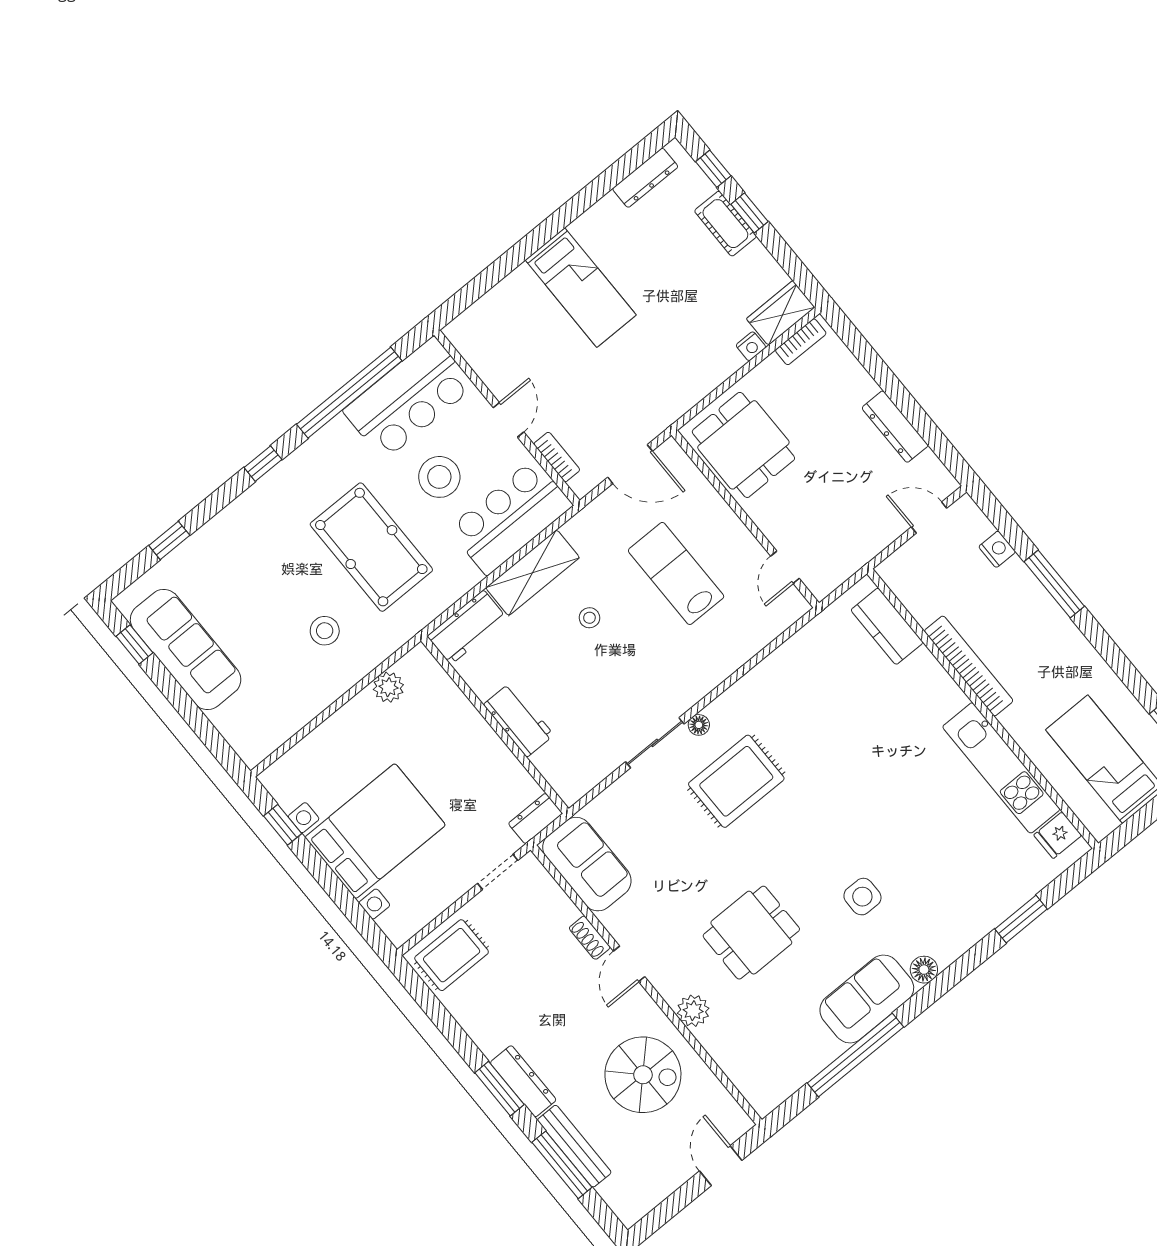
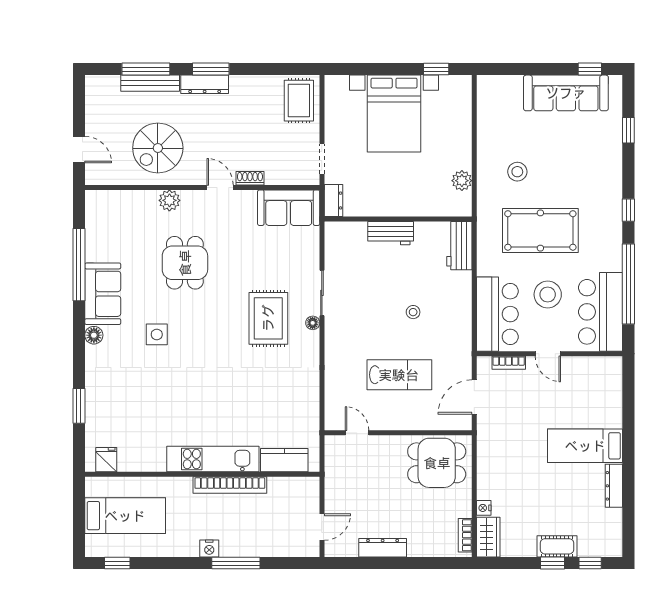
dresser: (645, 178) -> (614, 486), moved
nightstand: (997, 549) -> (209, 548), moved
shelving: (533, 573) -> (460, 302), removed
kitchen unit: (1001, 768) -> (213, 459), moved

